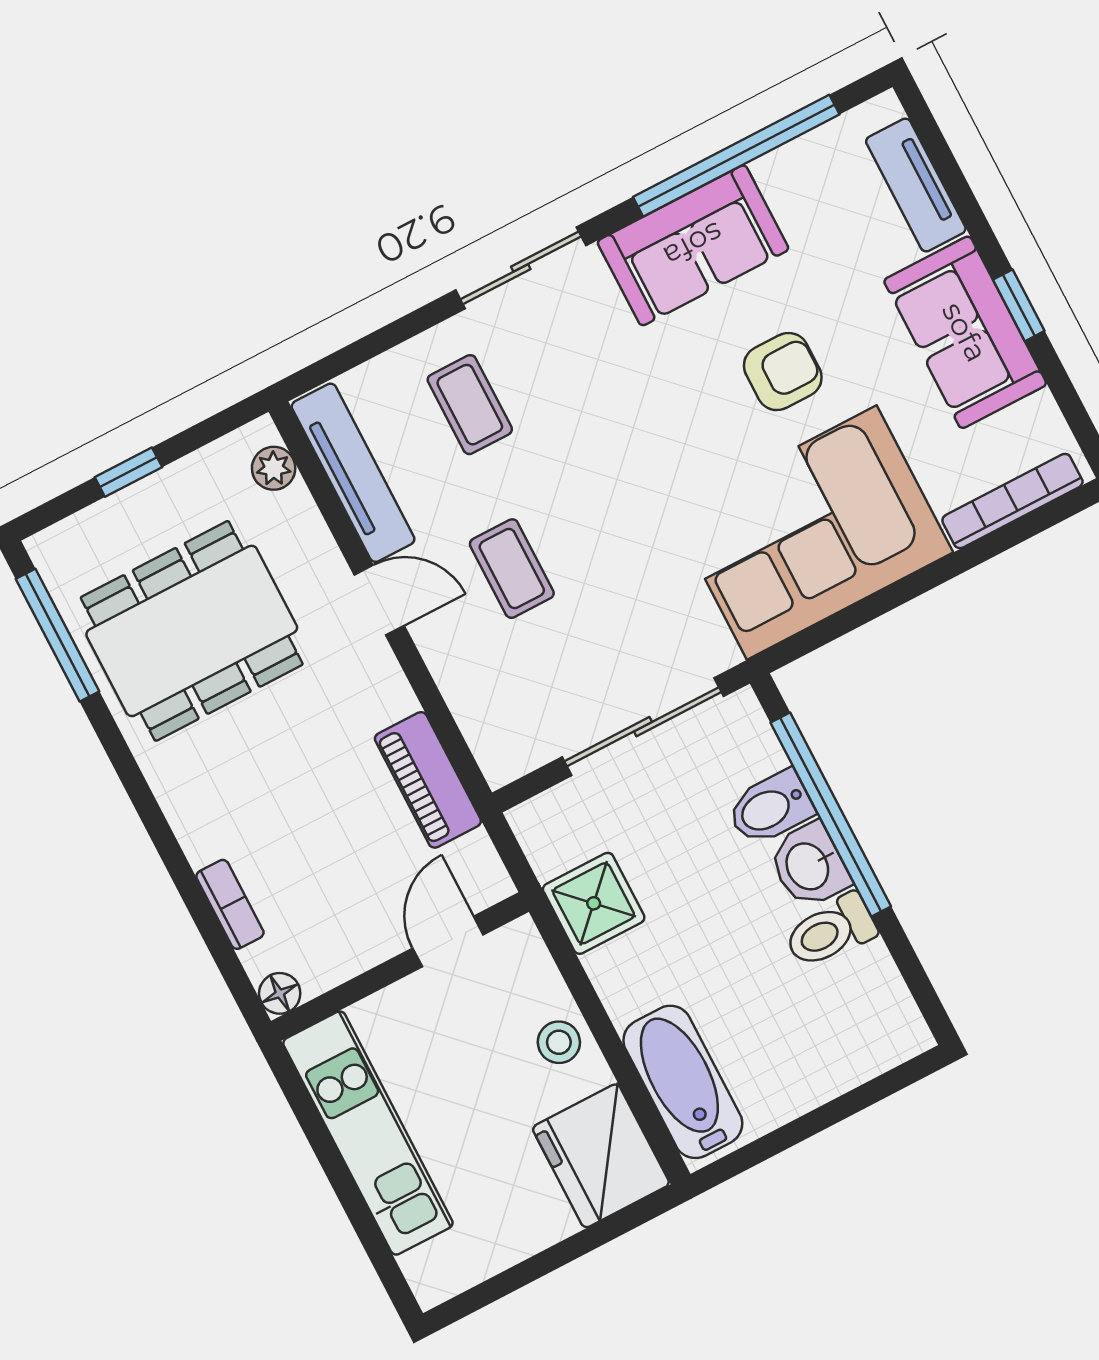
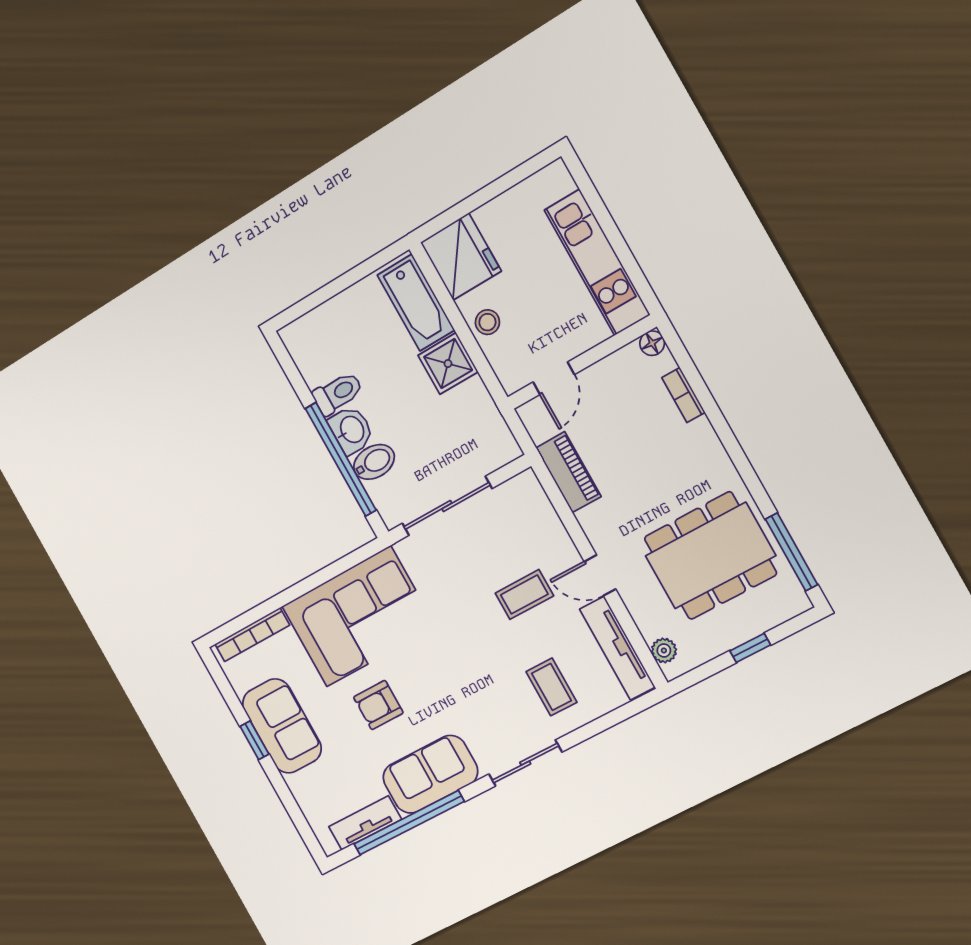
tv unit: (916, 185) -> (365, 823), moved, turned -90
coffee table: (512, 569) -> (524, 594), turned 90
shower: (594, 903) -> (448, 364), moved

